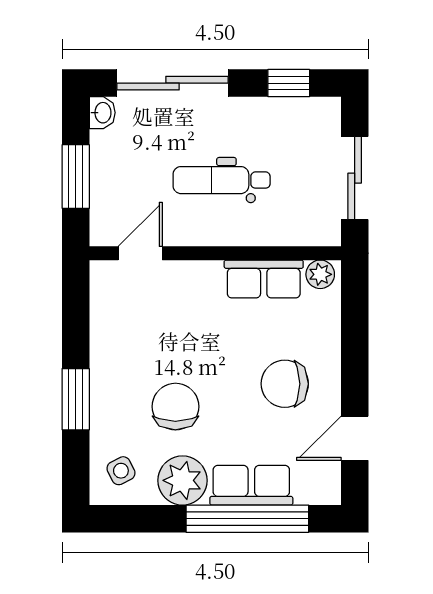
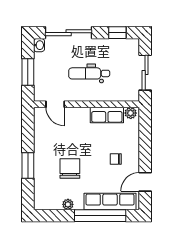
door: (140, 253) -> (55, 104), swing flipped
chair: (285, 384) -> (116, 159), width x0.54, depth x0.54
side table: (121, 471) -> (47, 195), removed
plant: (182, 480) -> (68, 204), width x0.53, depth x0.53
row of seats: (251, 485) -> (110, 202), width x1.48

